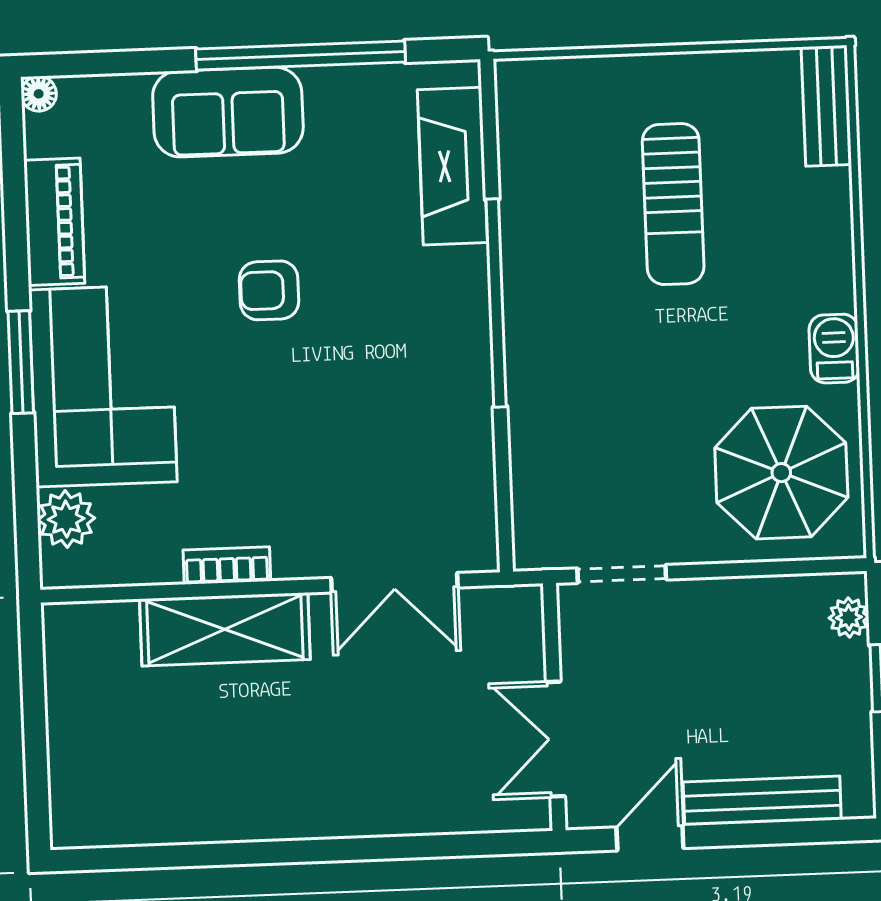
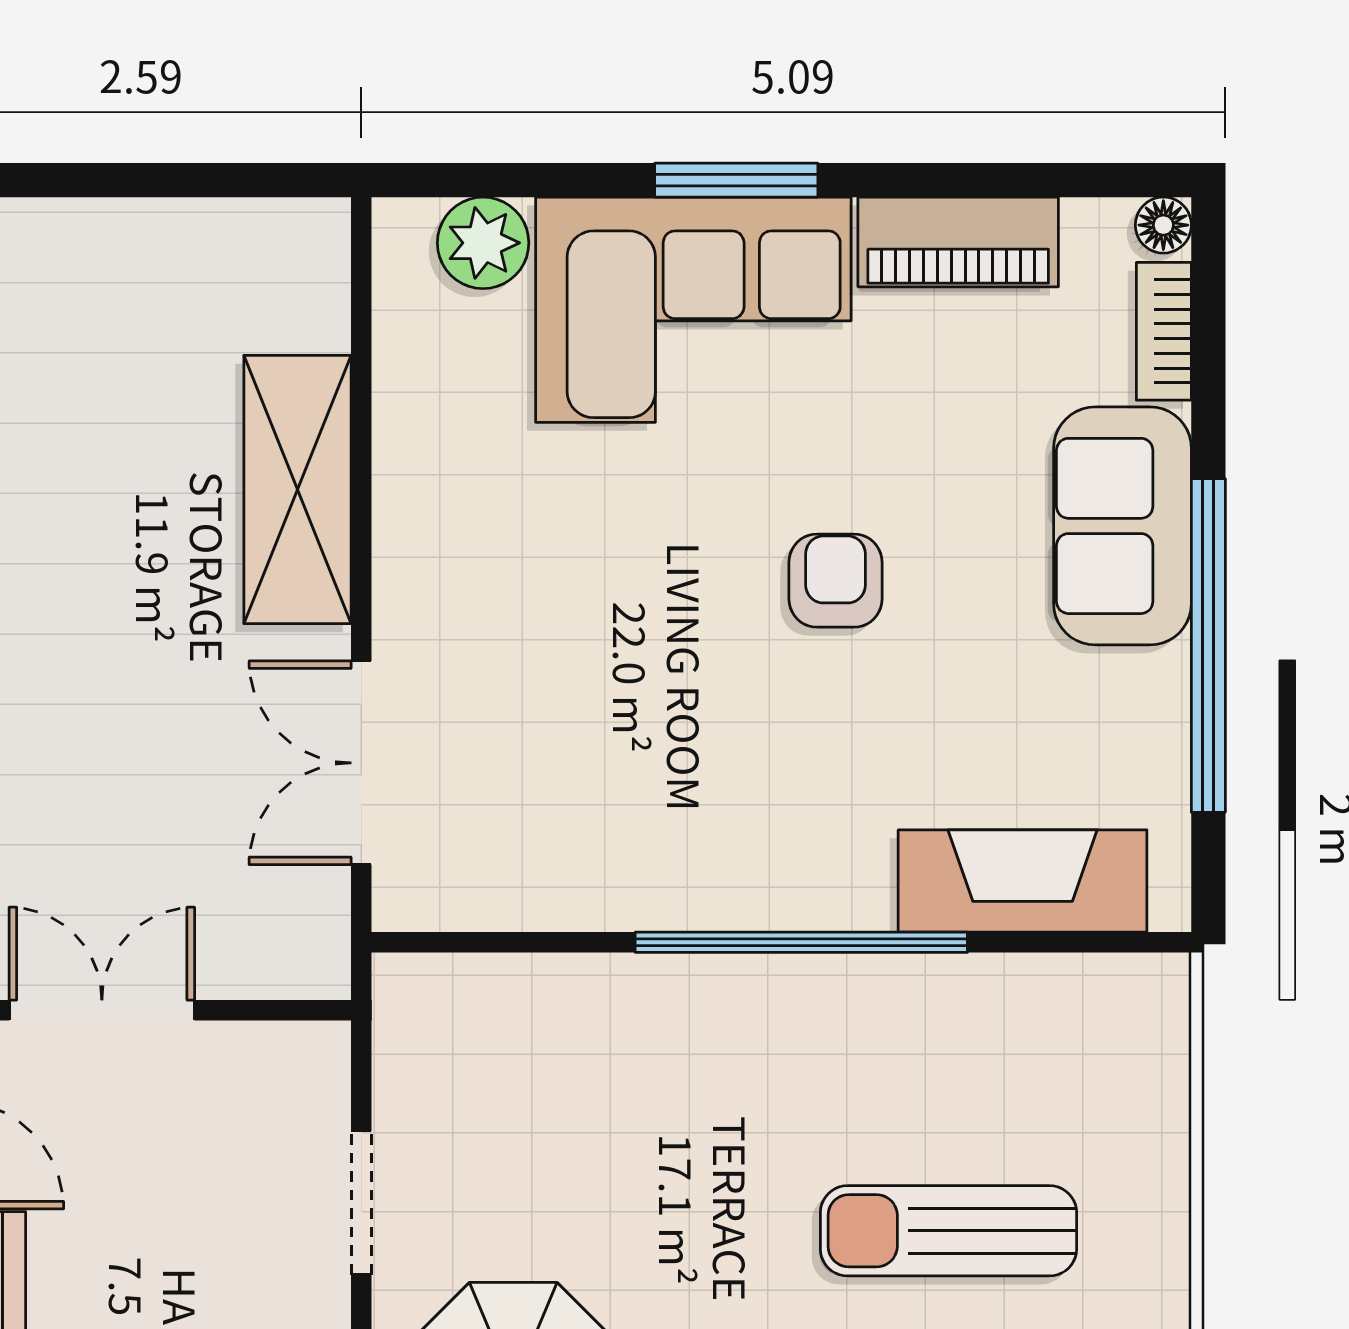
bookcase: (227, 565) -> (1164, 331), moved, turned 180
doorway: (622, 574) -> (361, 1203), moved

